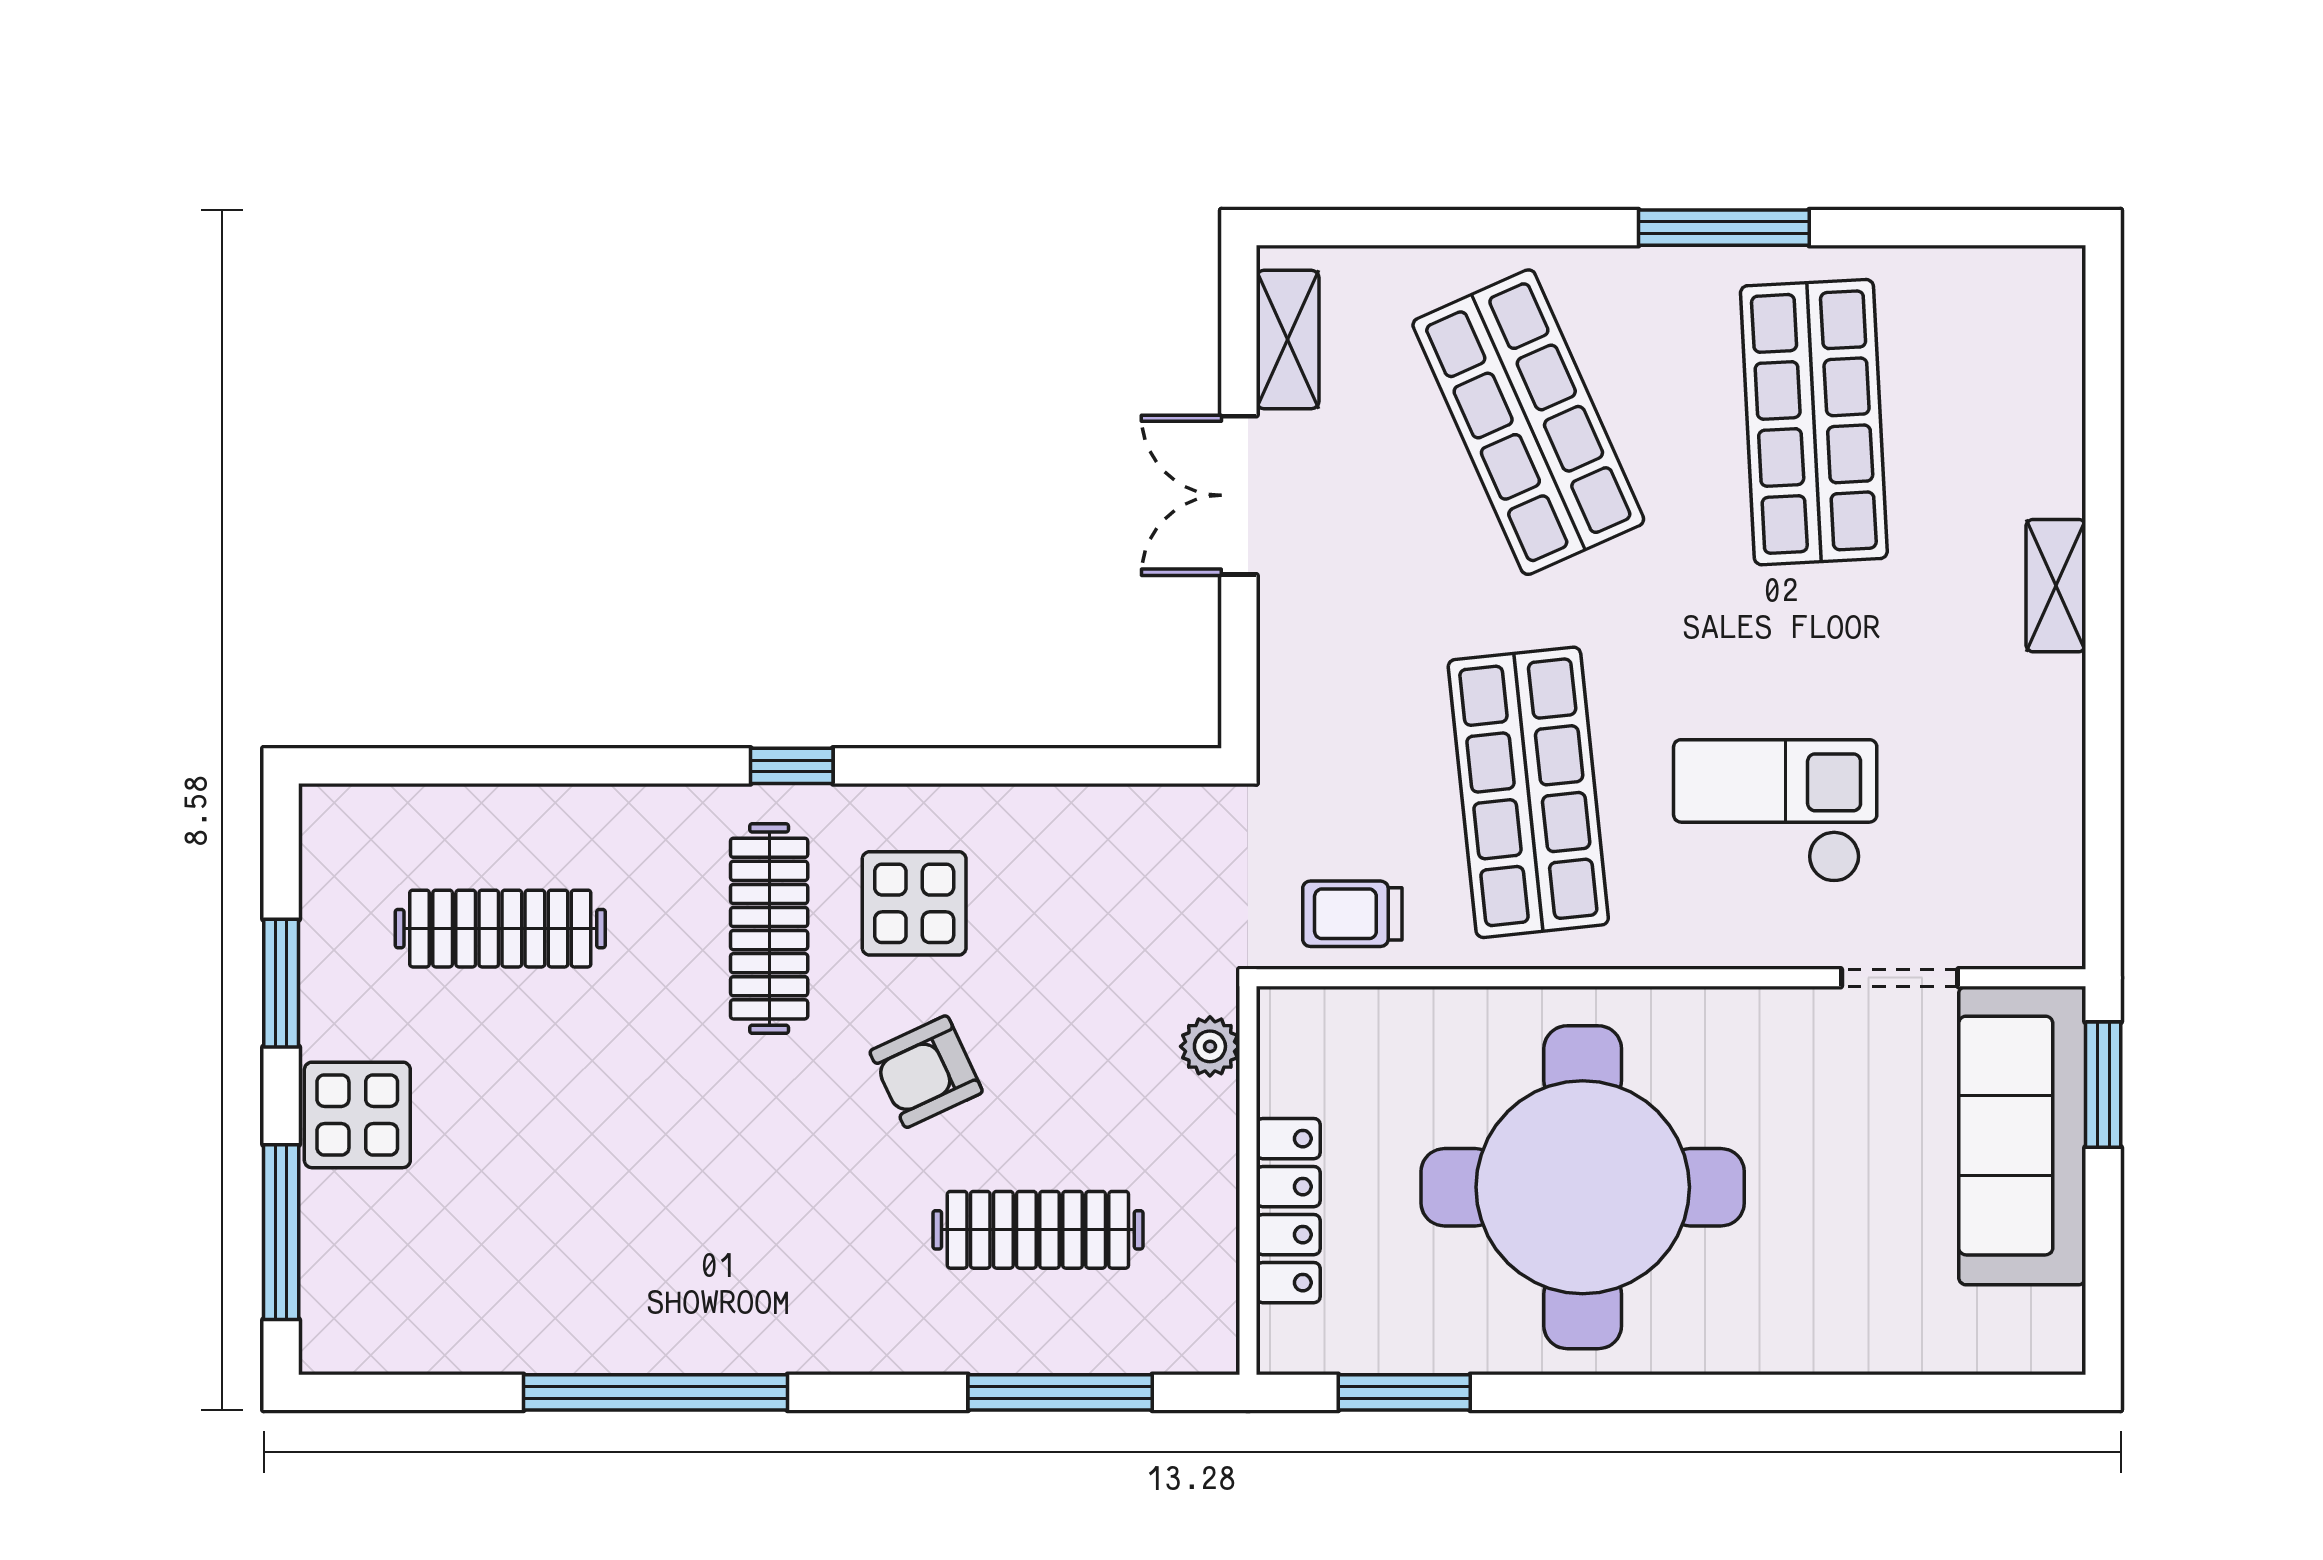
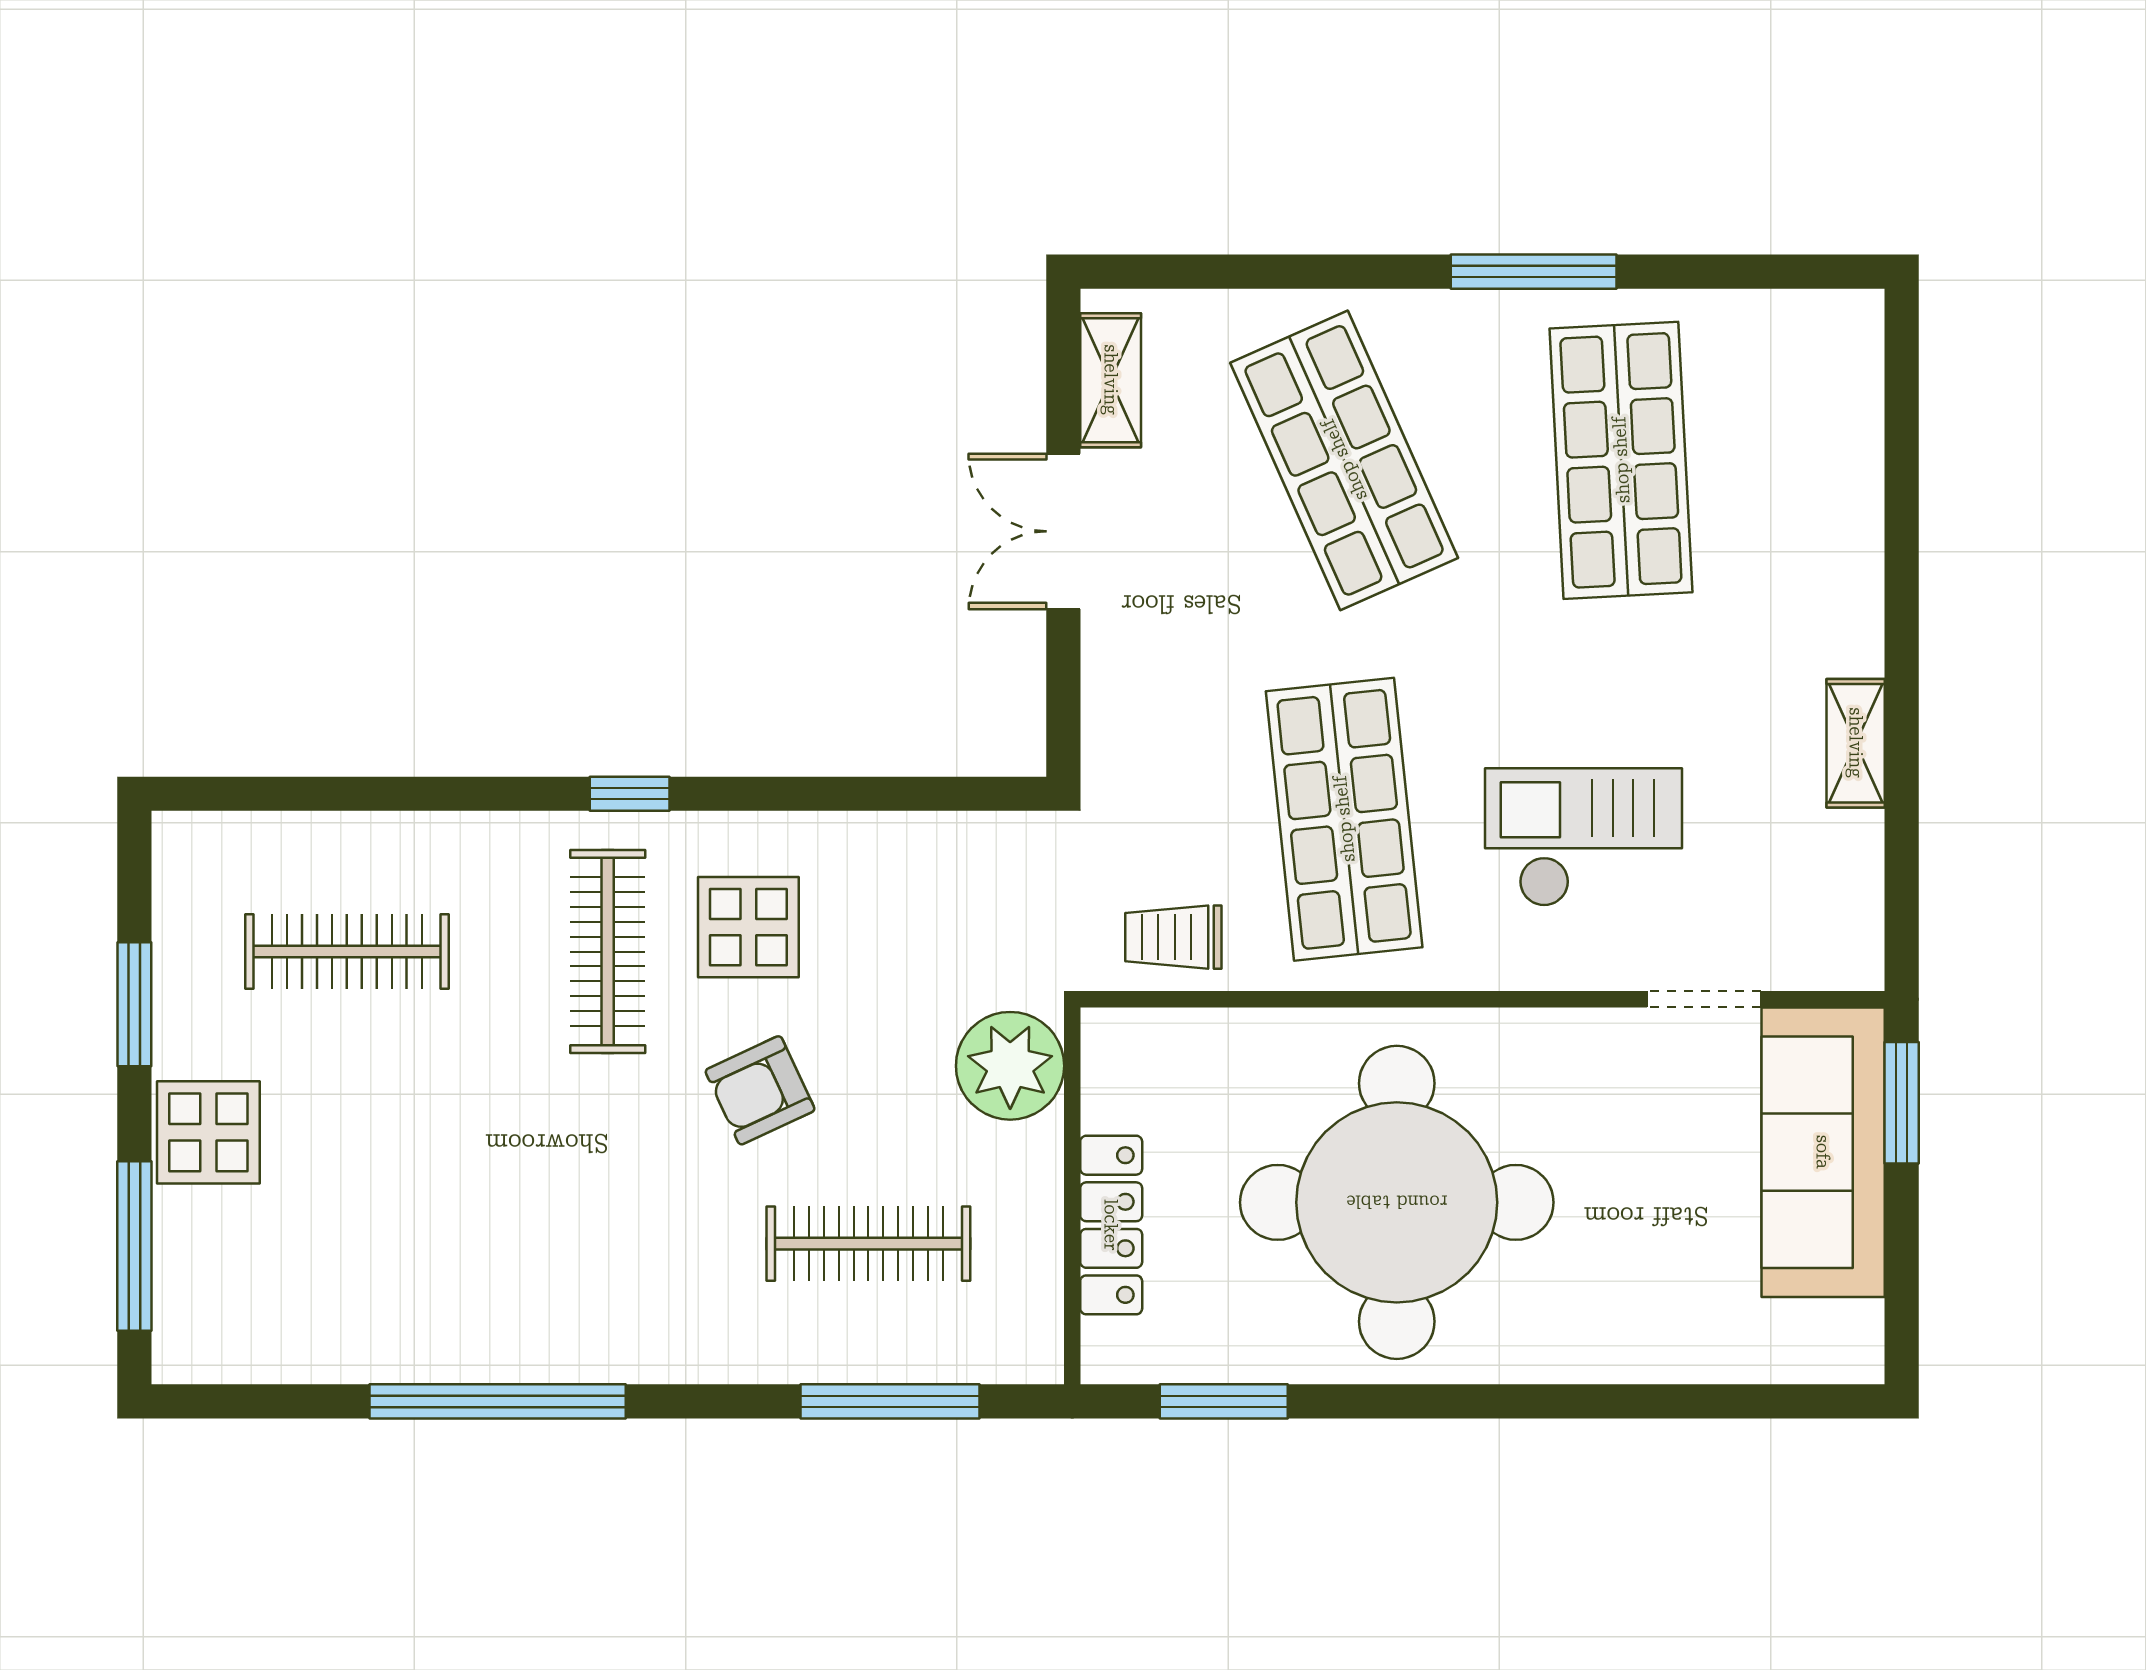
shelving: (2056, 586) -> (1856, 743), moved
plant: (1210, 1046) -> (1010, 1066), width x1.88, depth x1.88

